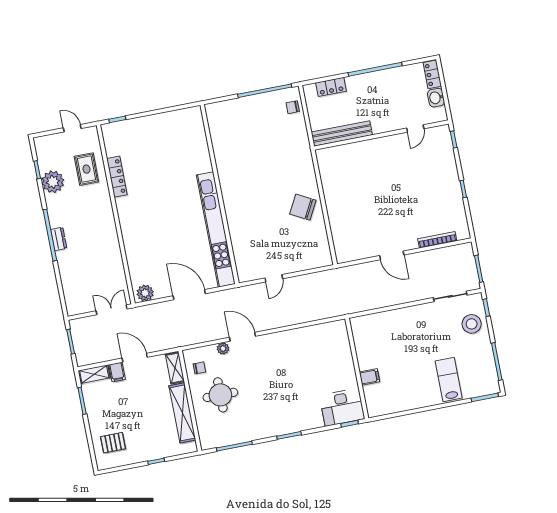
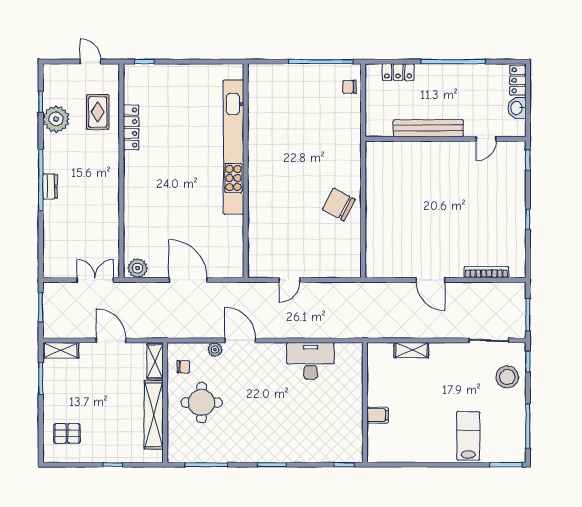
bench: (342, 133) -> (428, 128), moved
kitchen unit: (216, 229) -> (233, 147), moved
shelving: (387, 317) -> (411, 350), added
filing cabinet: (117, 372) -> (87, 353), removed
desk: (342, 407) -> (311, 361), moved, turned 180

